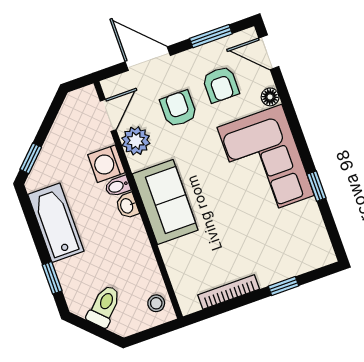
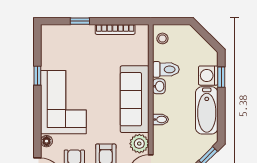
washing machine: (106, 164) -> (208, 76), moved, turned 180
sofa: (165, 202) -> (135, 99), width x1.36
washbasin: (127, 206) -> (159, 86), moved
toilet: (104, 306) -> (166, 69), moved, turned -135

